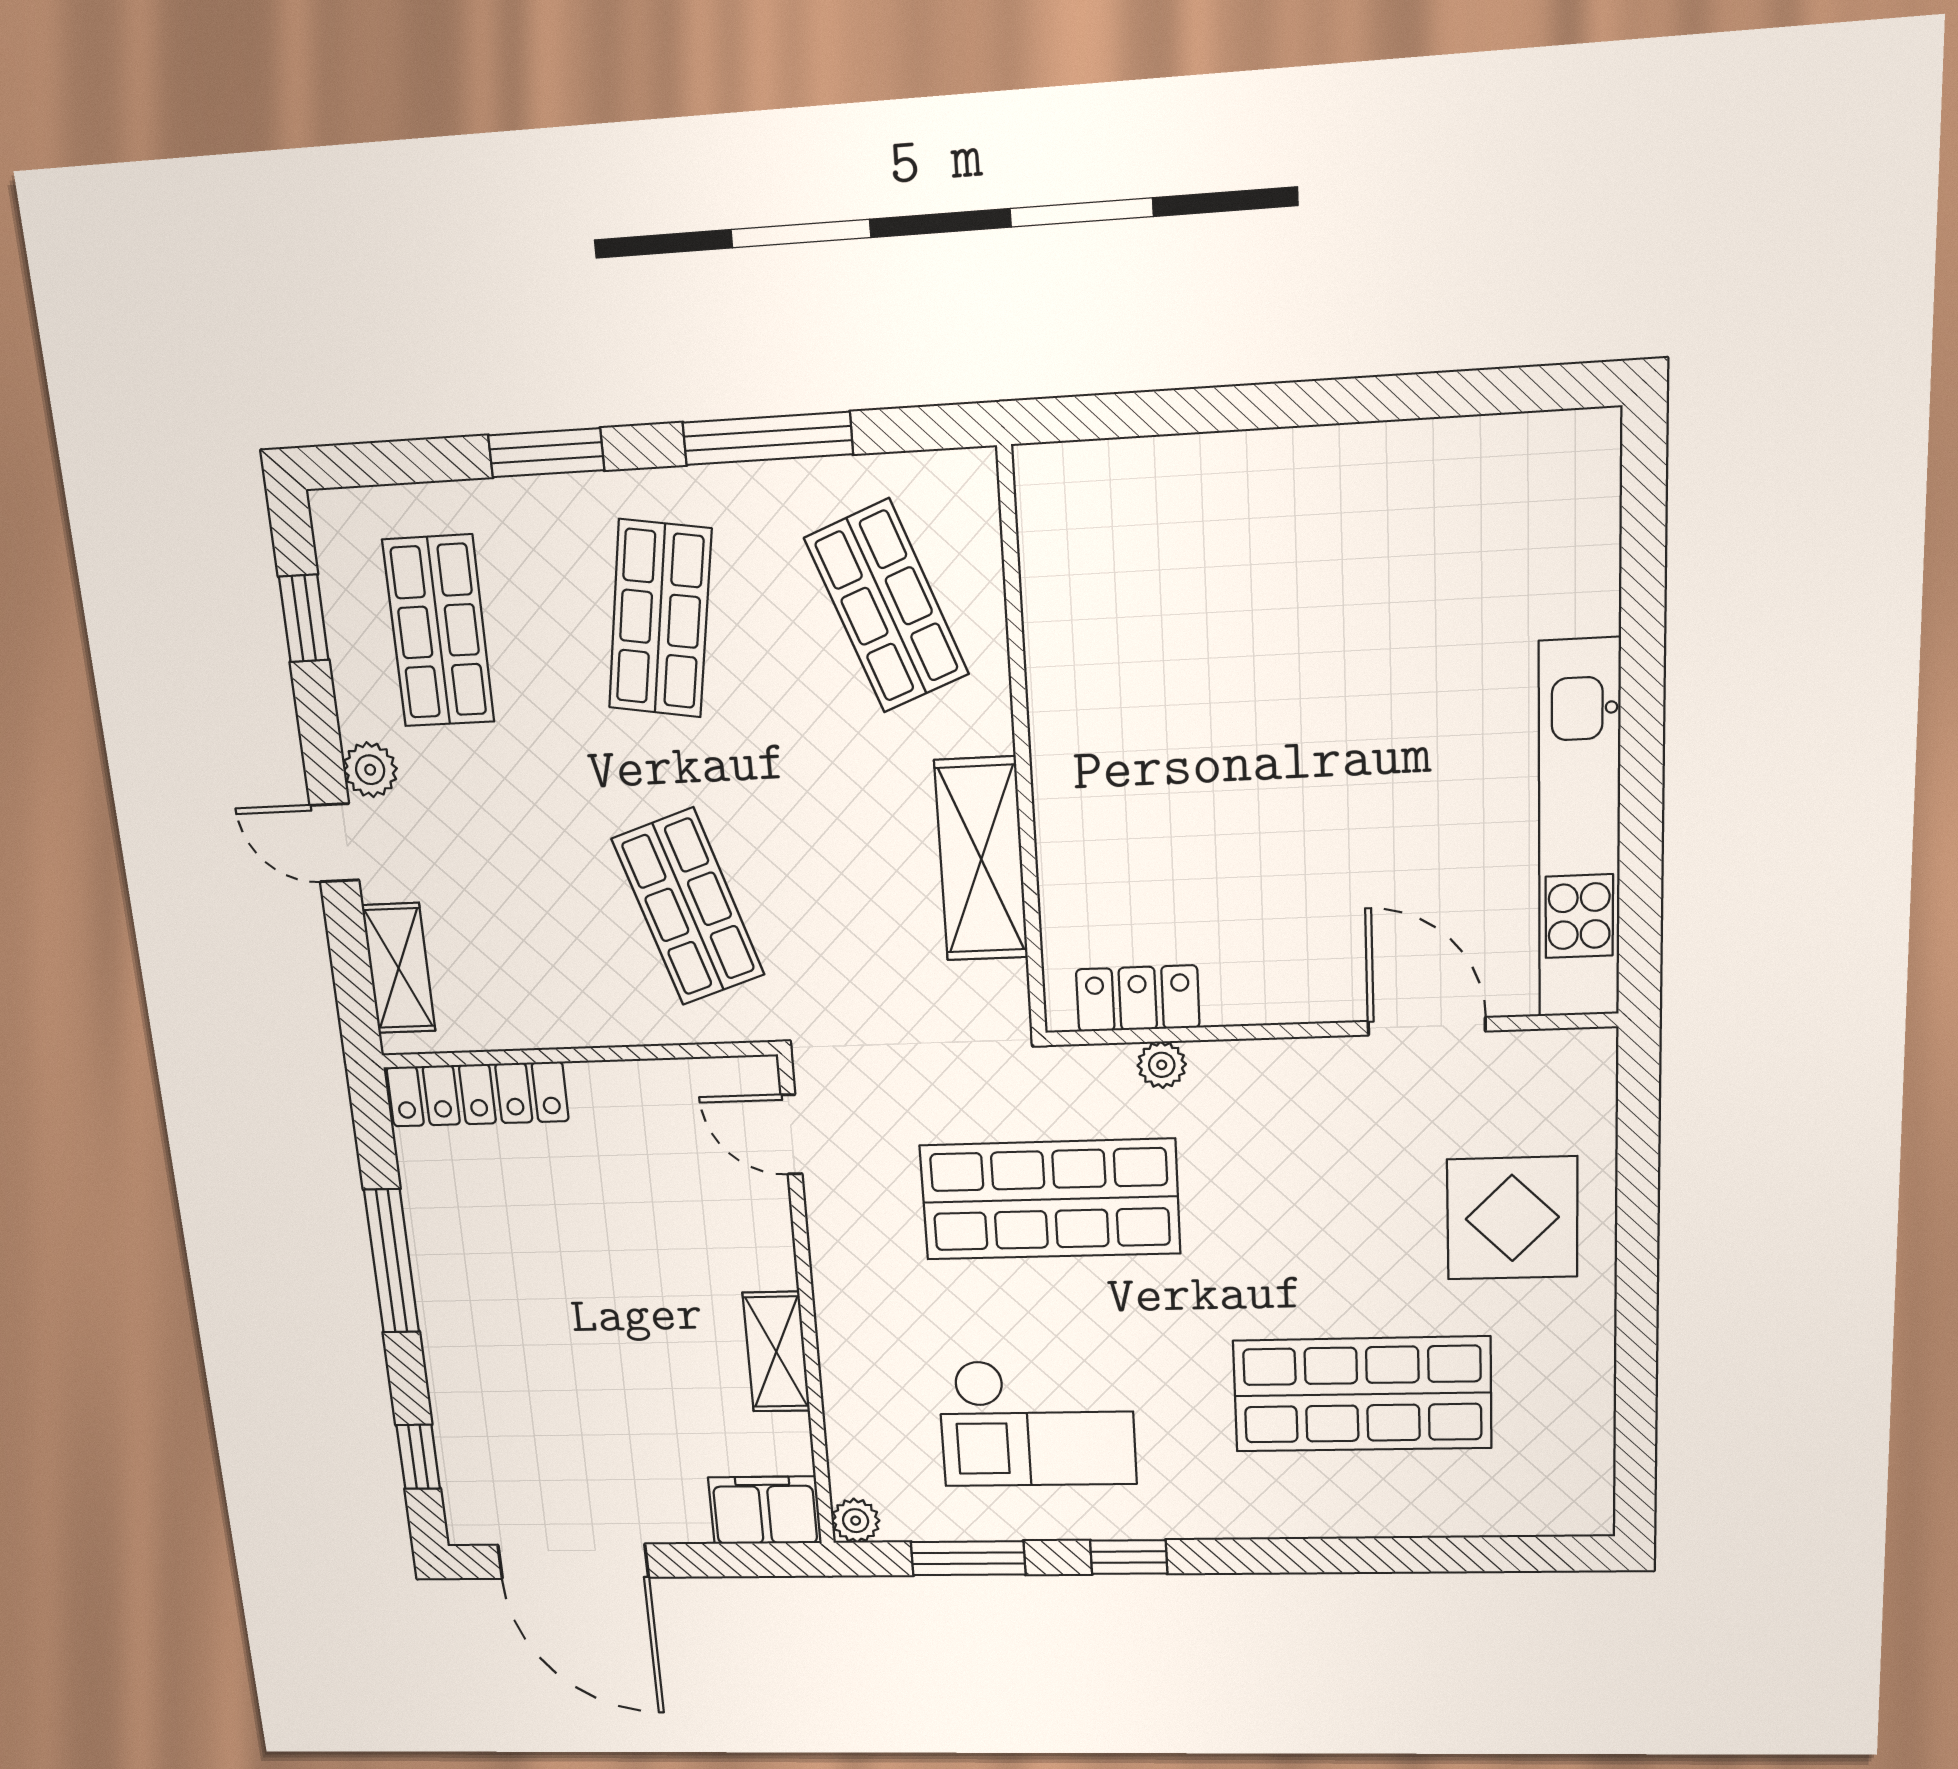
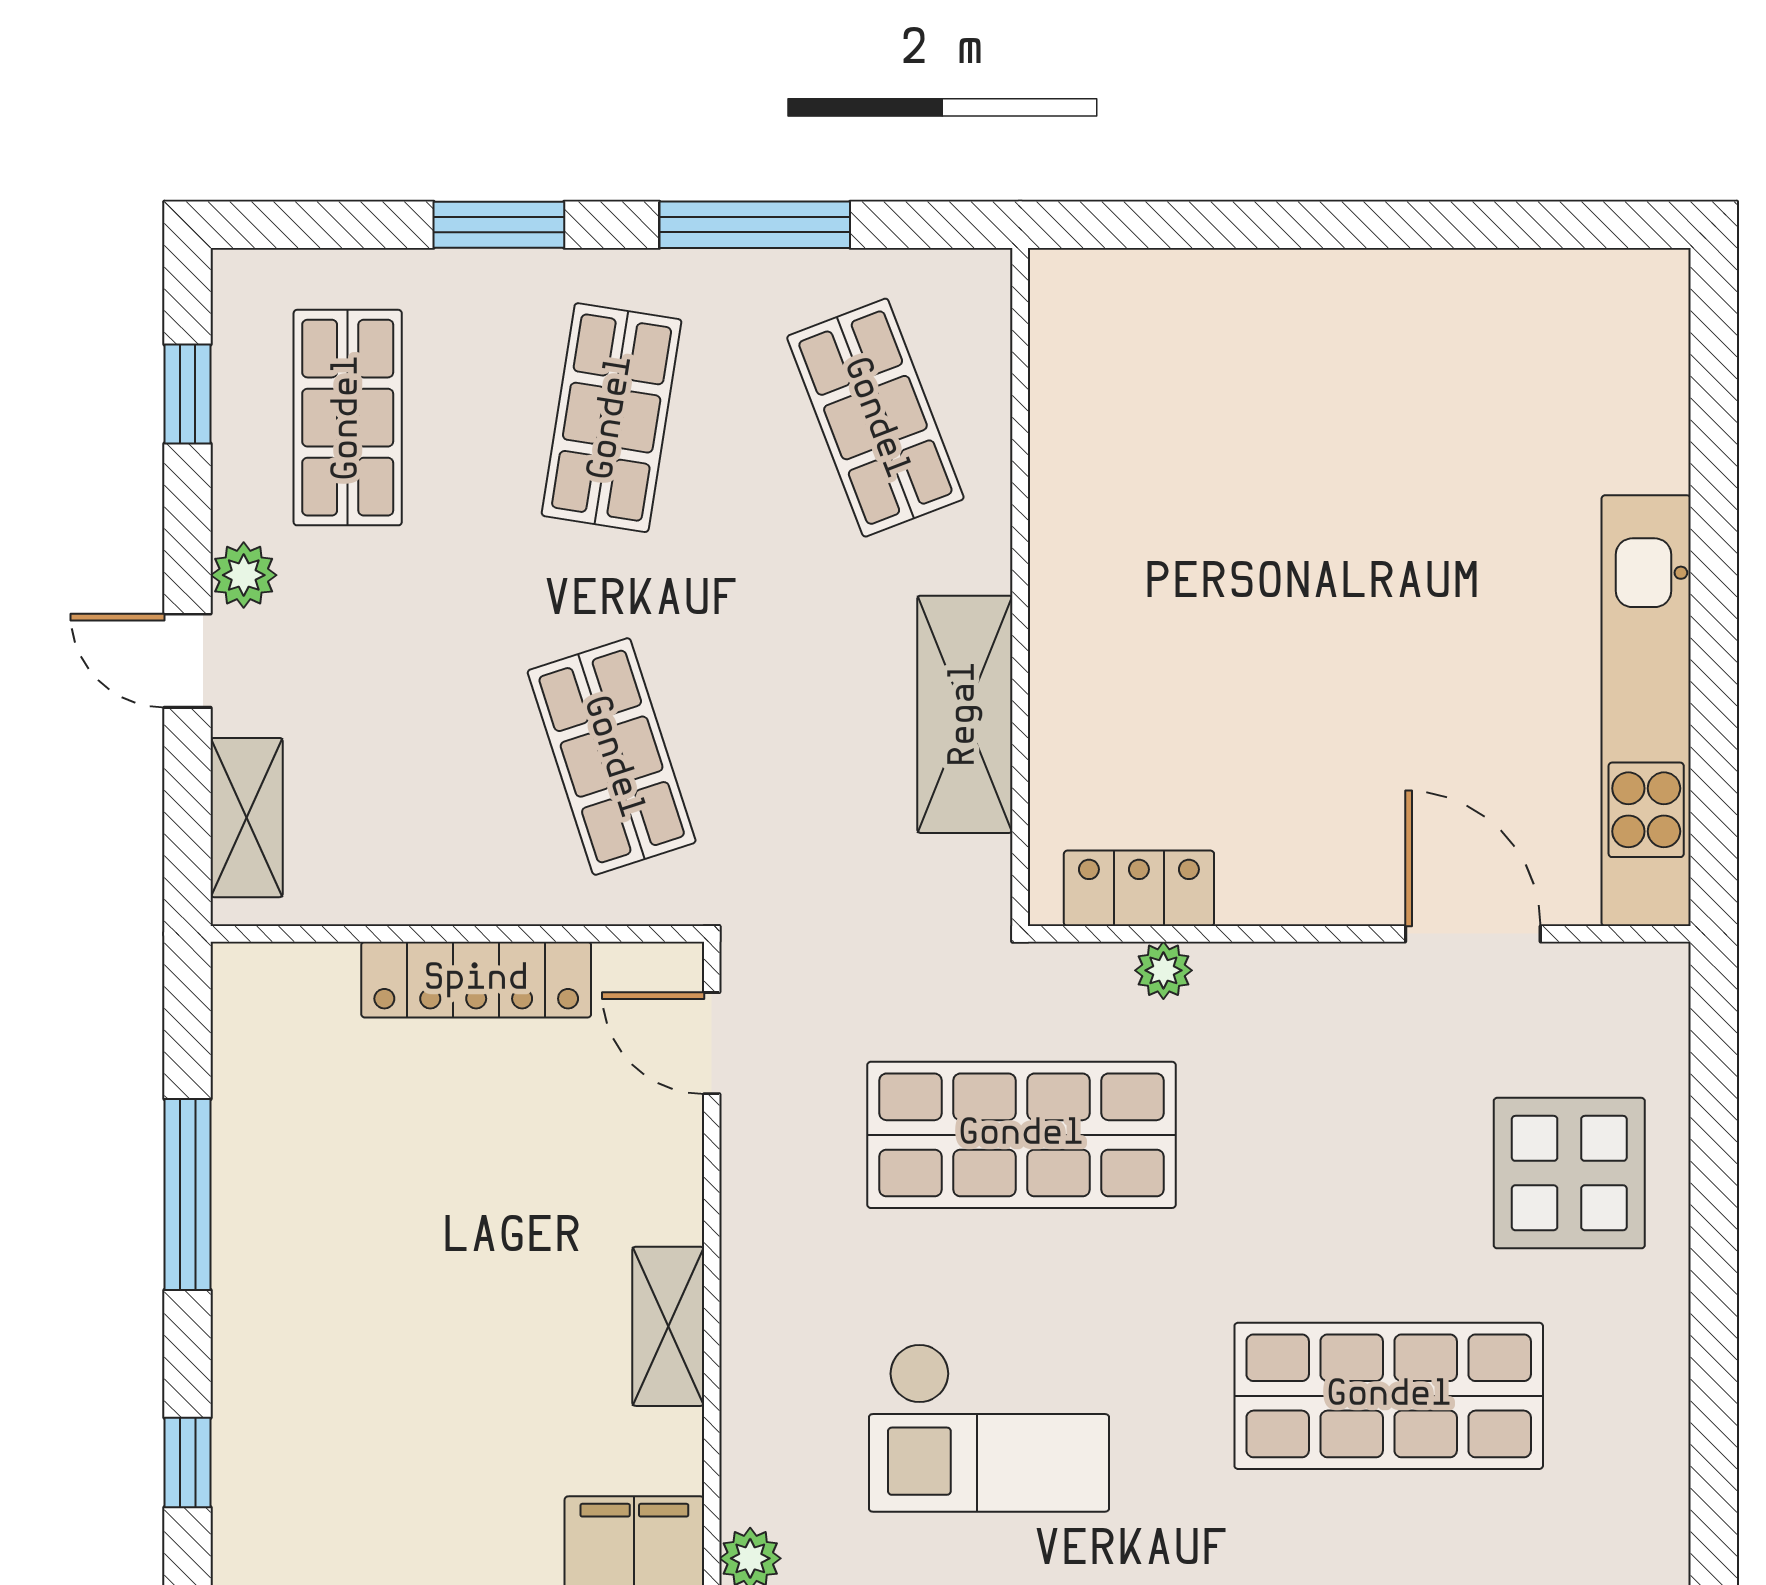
locker: (477, 1094) -> (476, 980), moved

